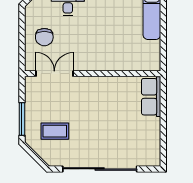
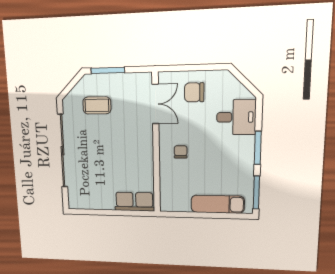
chair: (100, 50) -> (181, 152), added
coffee table: (55, 131) -> (97, 105), turned 90

